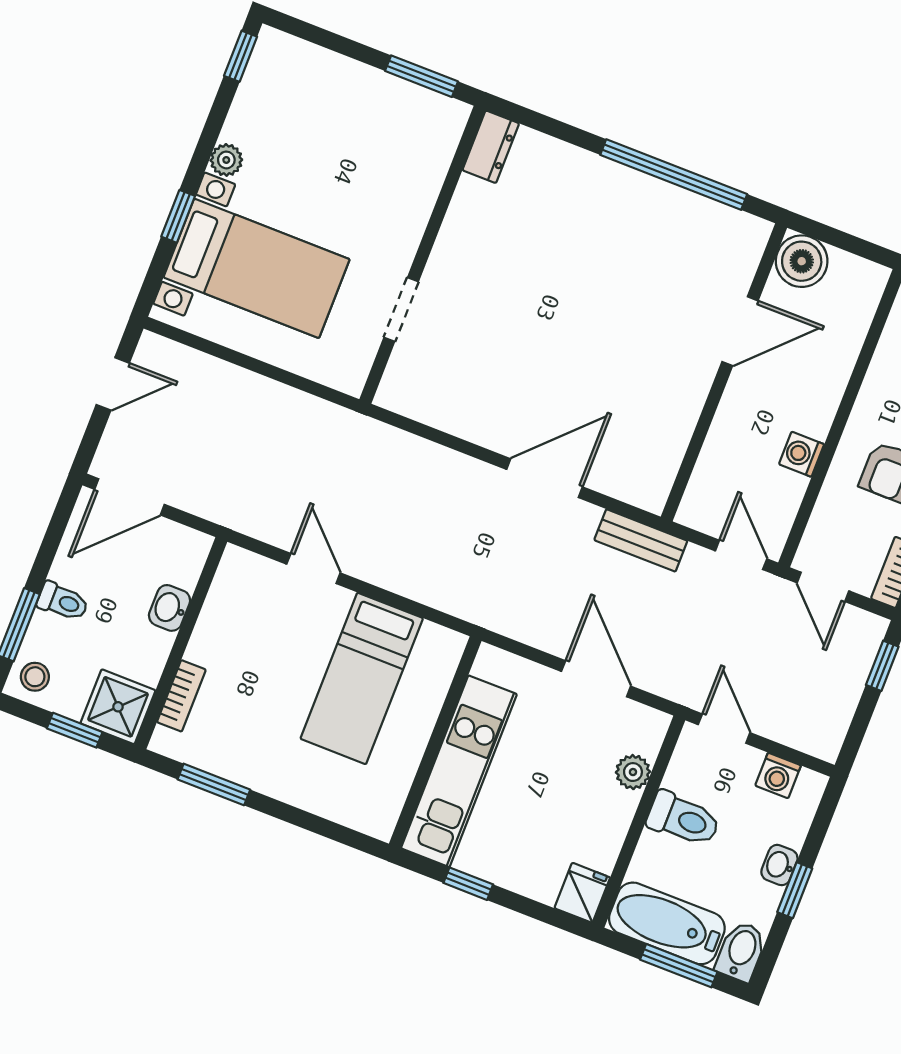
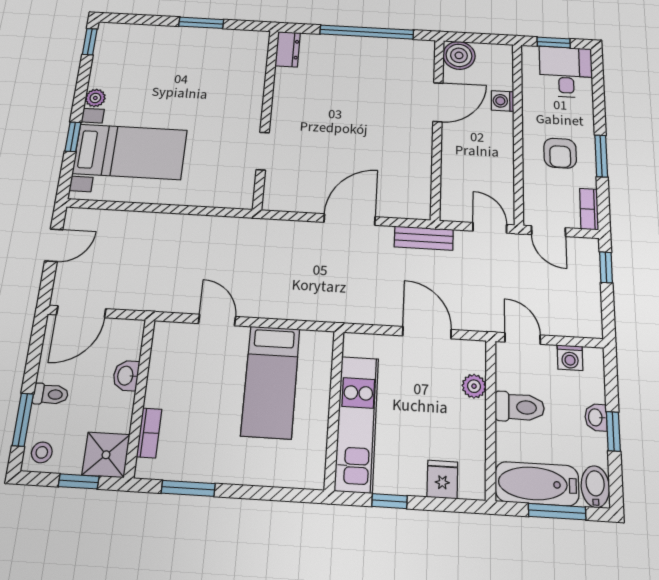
dresser: (491, 147) -> (288, 49), moved
wall: (422, 255) -> (266, 117), moved
doorway: (401, 310) -> (263, 151), moved
washing machine: (802, 454) -> (503, 101), moved
fridge: (582, 893) -> (442, 479), moved

